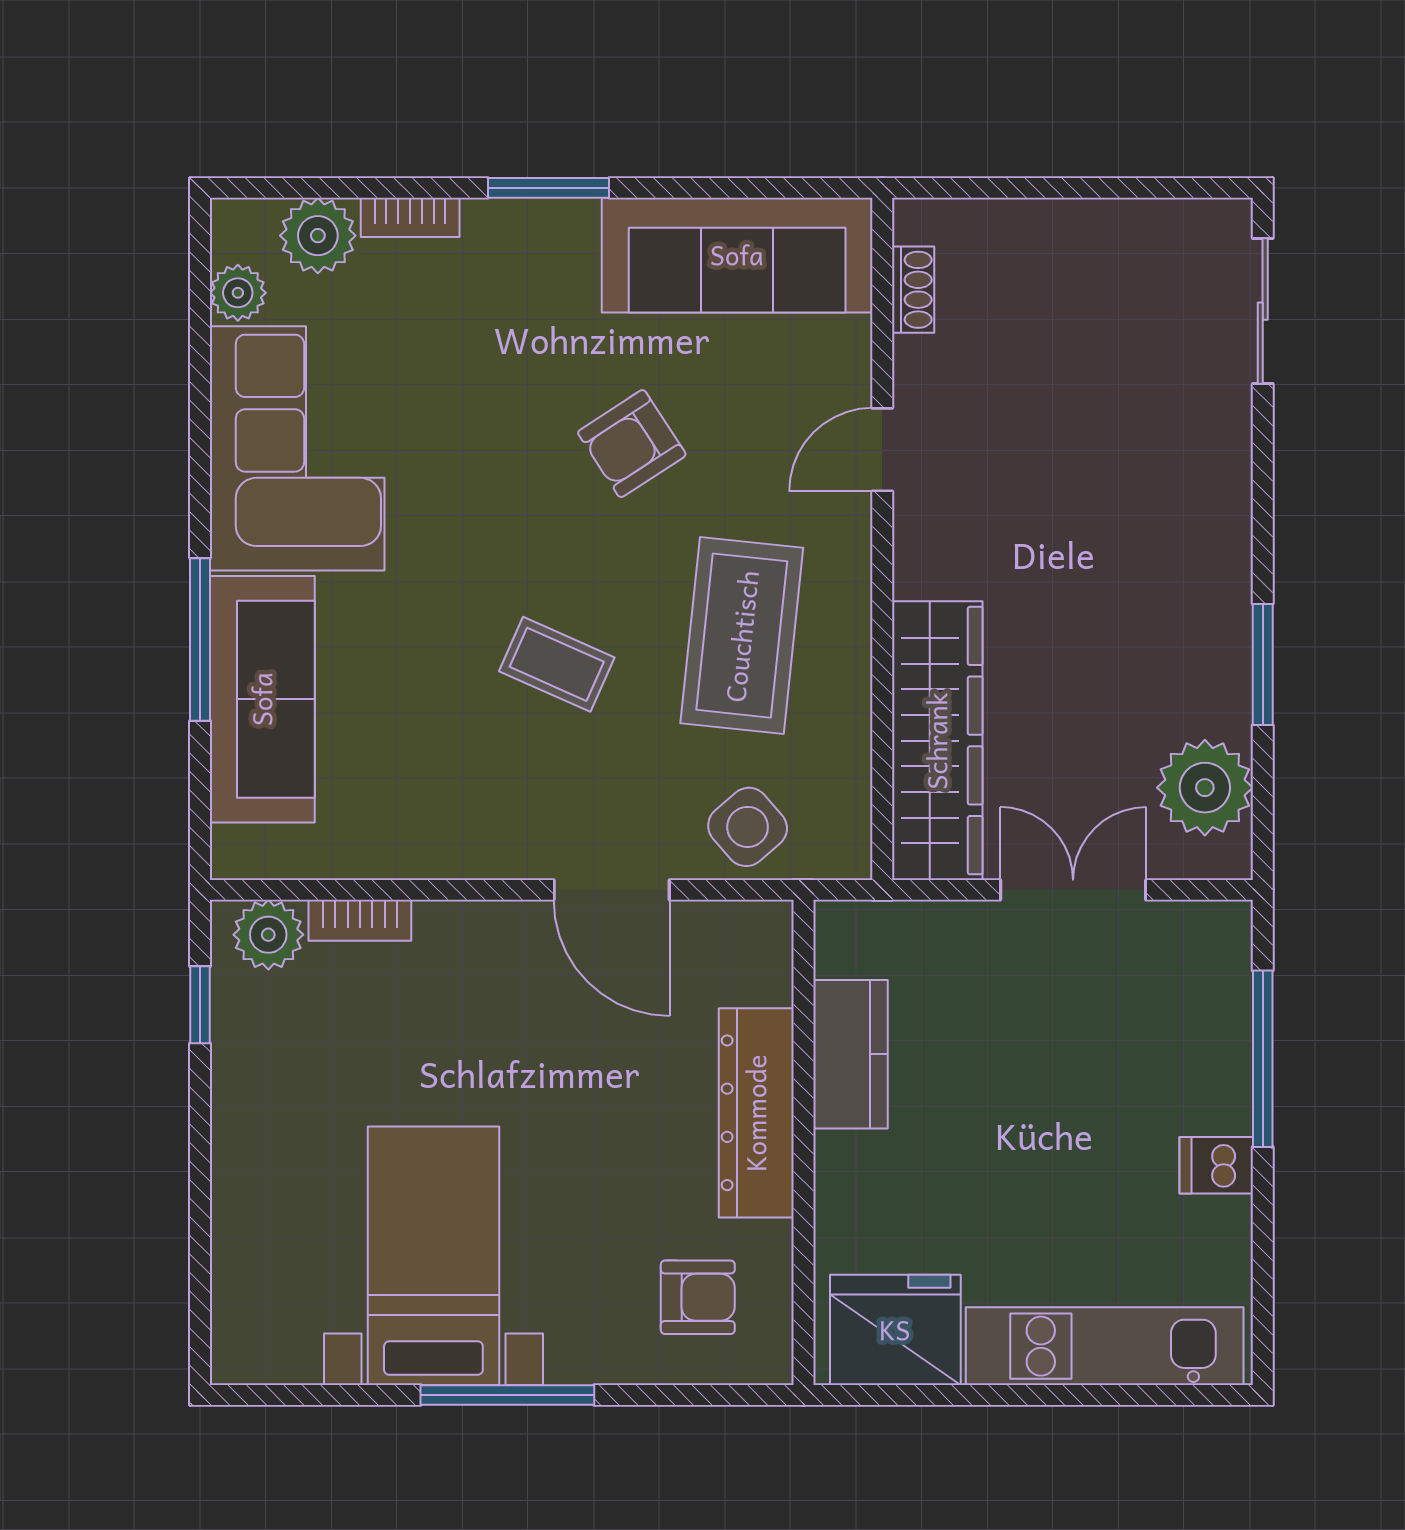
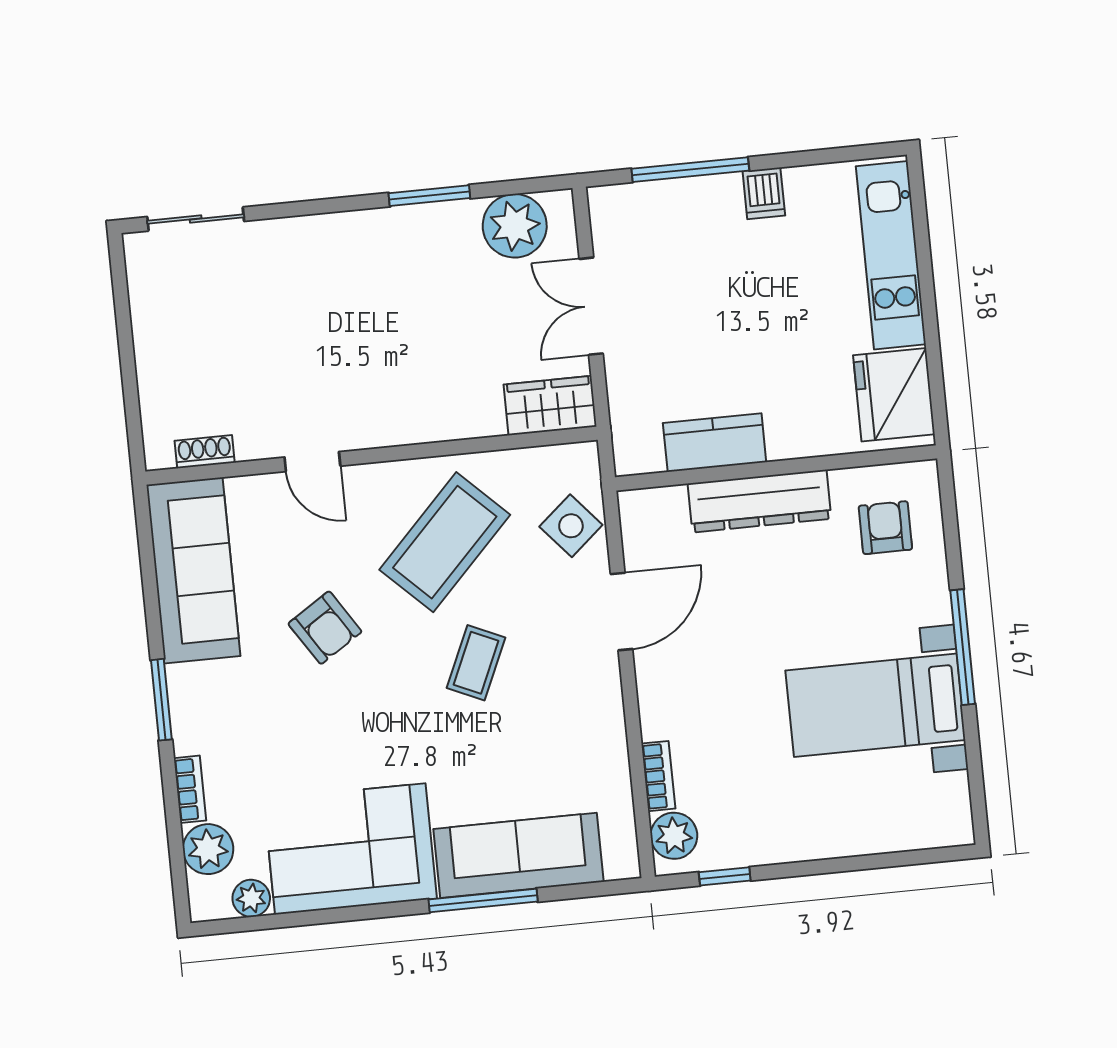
coffee table: (742, 636) -> (445, 542), turned -52
wardrobe: (937, 741) -> (550, 406), width x0.48, depth x0.85

